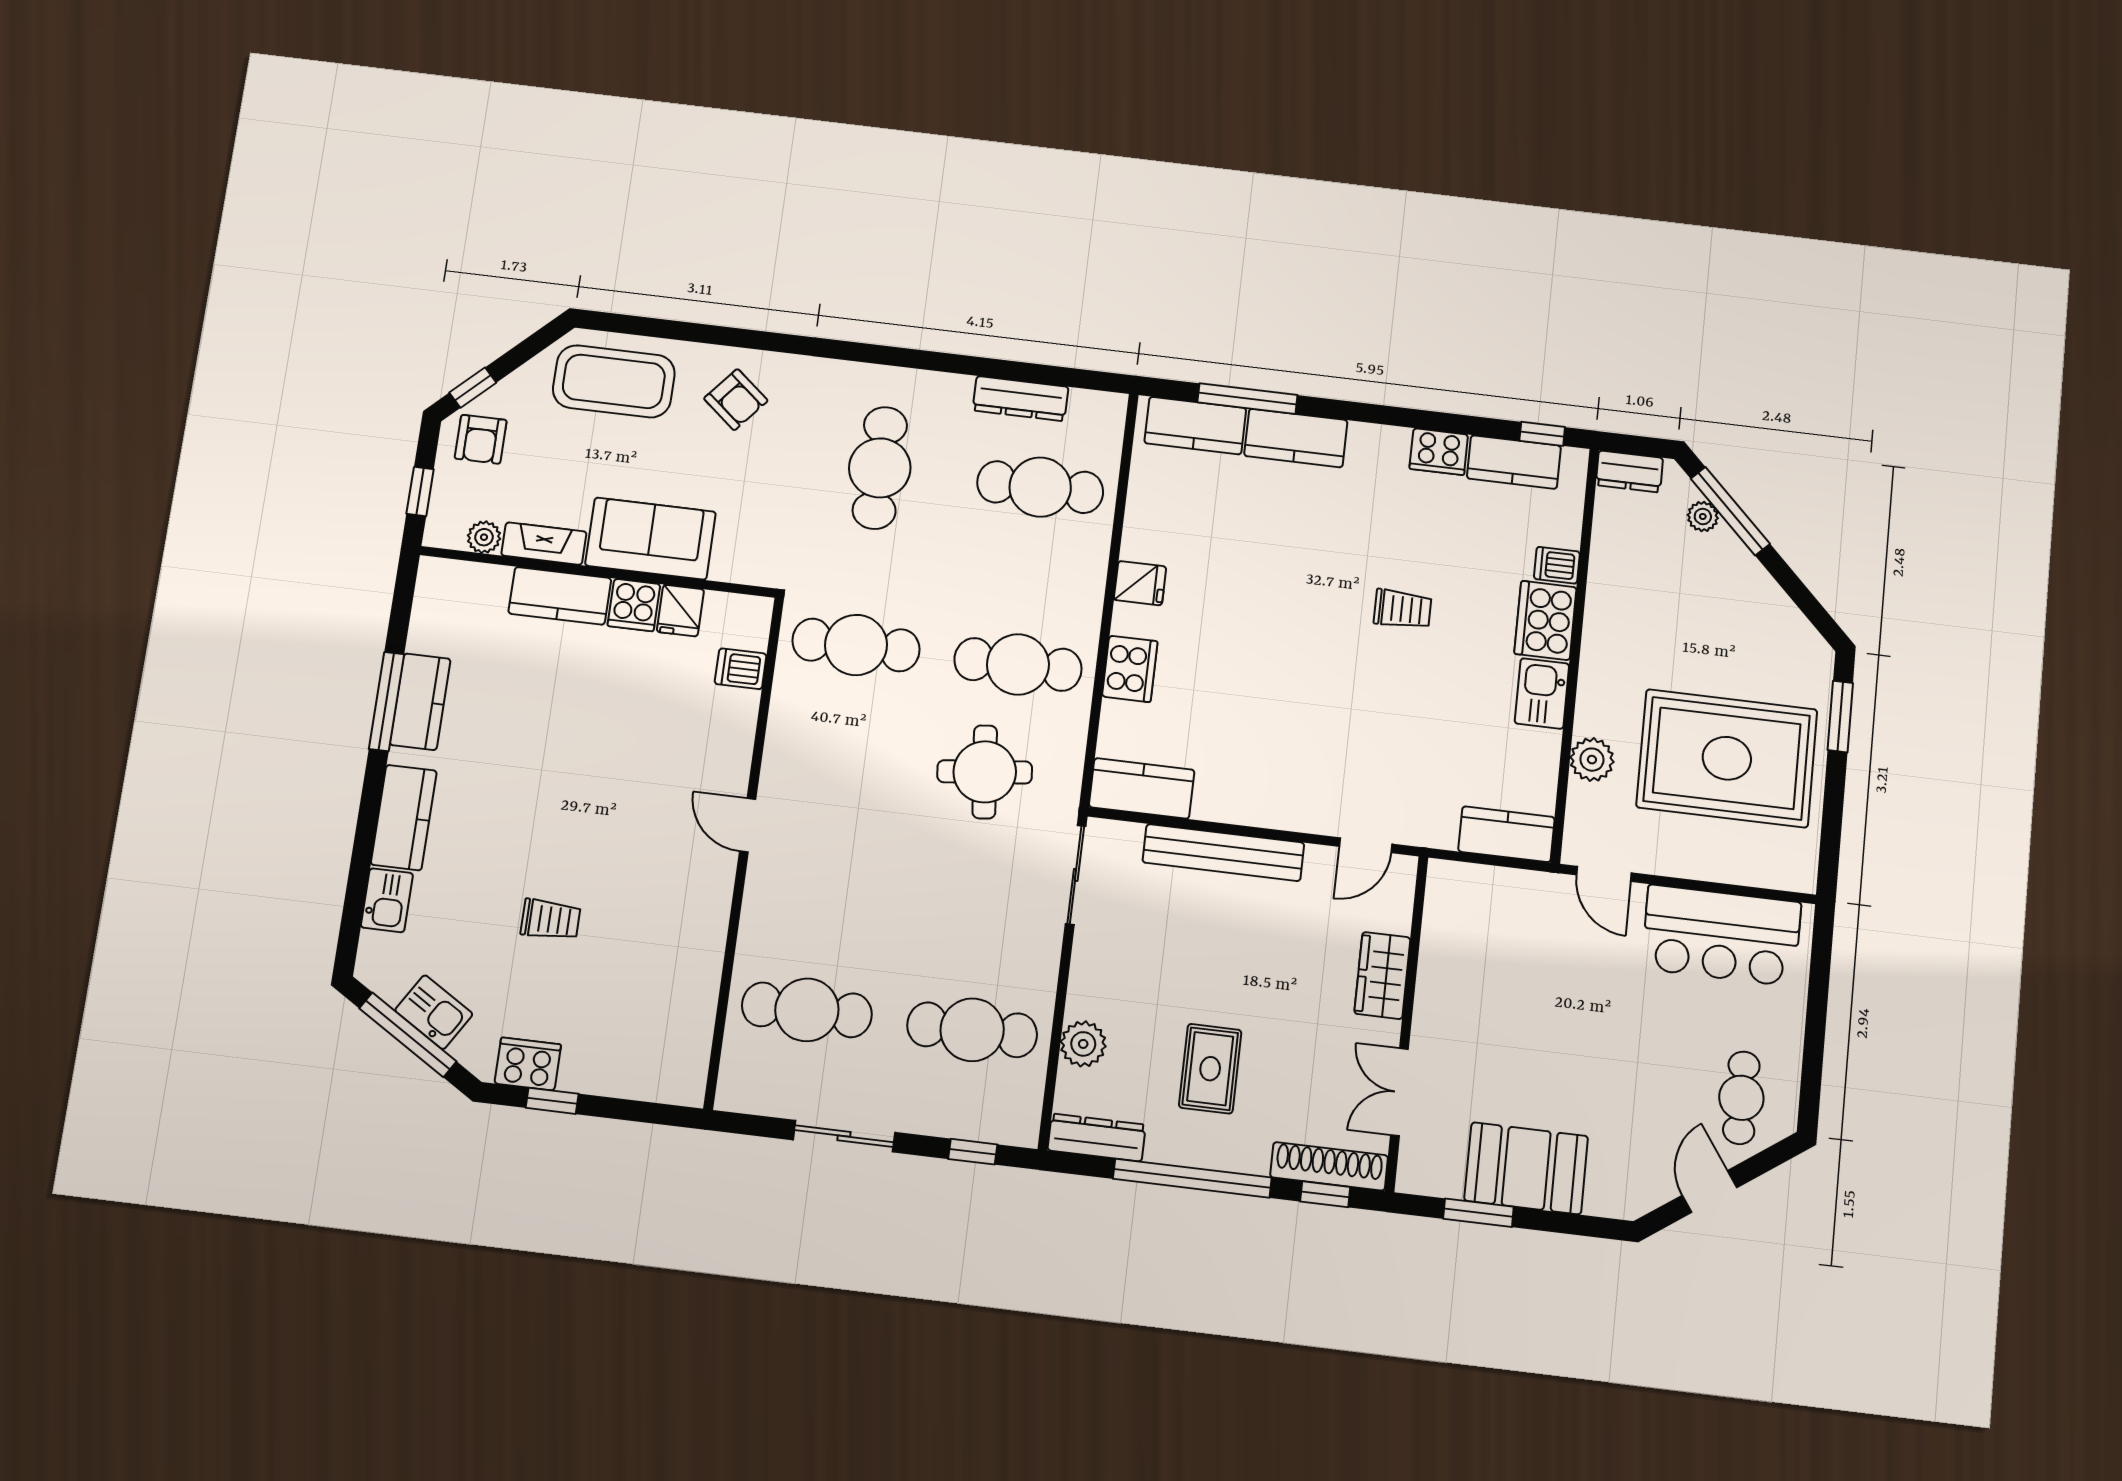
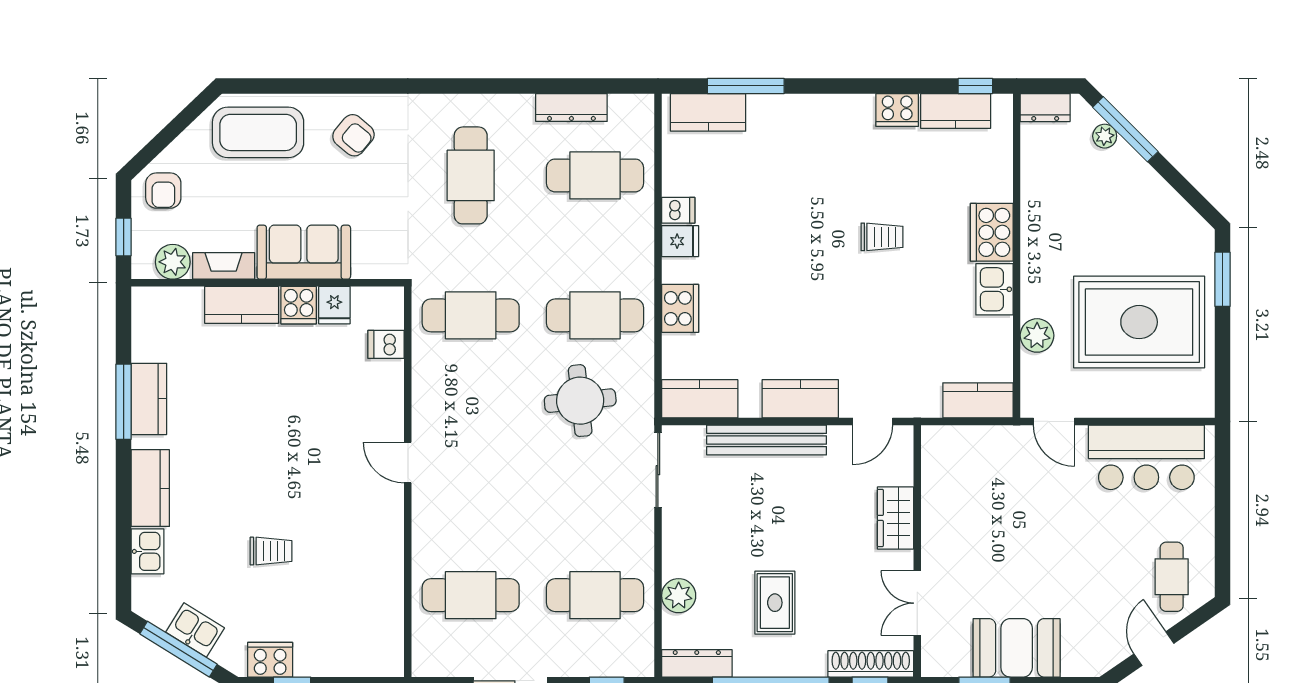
window: (473, 388) -> (151, 151), removed
kitchen counter: (1296, 438) -> (800, 399), moved, turned 180
plant: (484, 537) -> (173, 262), width x1.38, depth x1.38
dishwasher: (1557, 565) -> (678, 210), moved, turned 180

